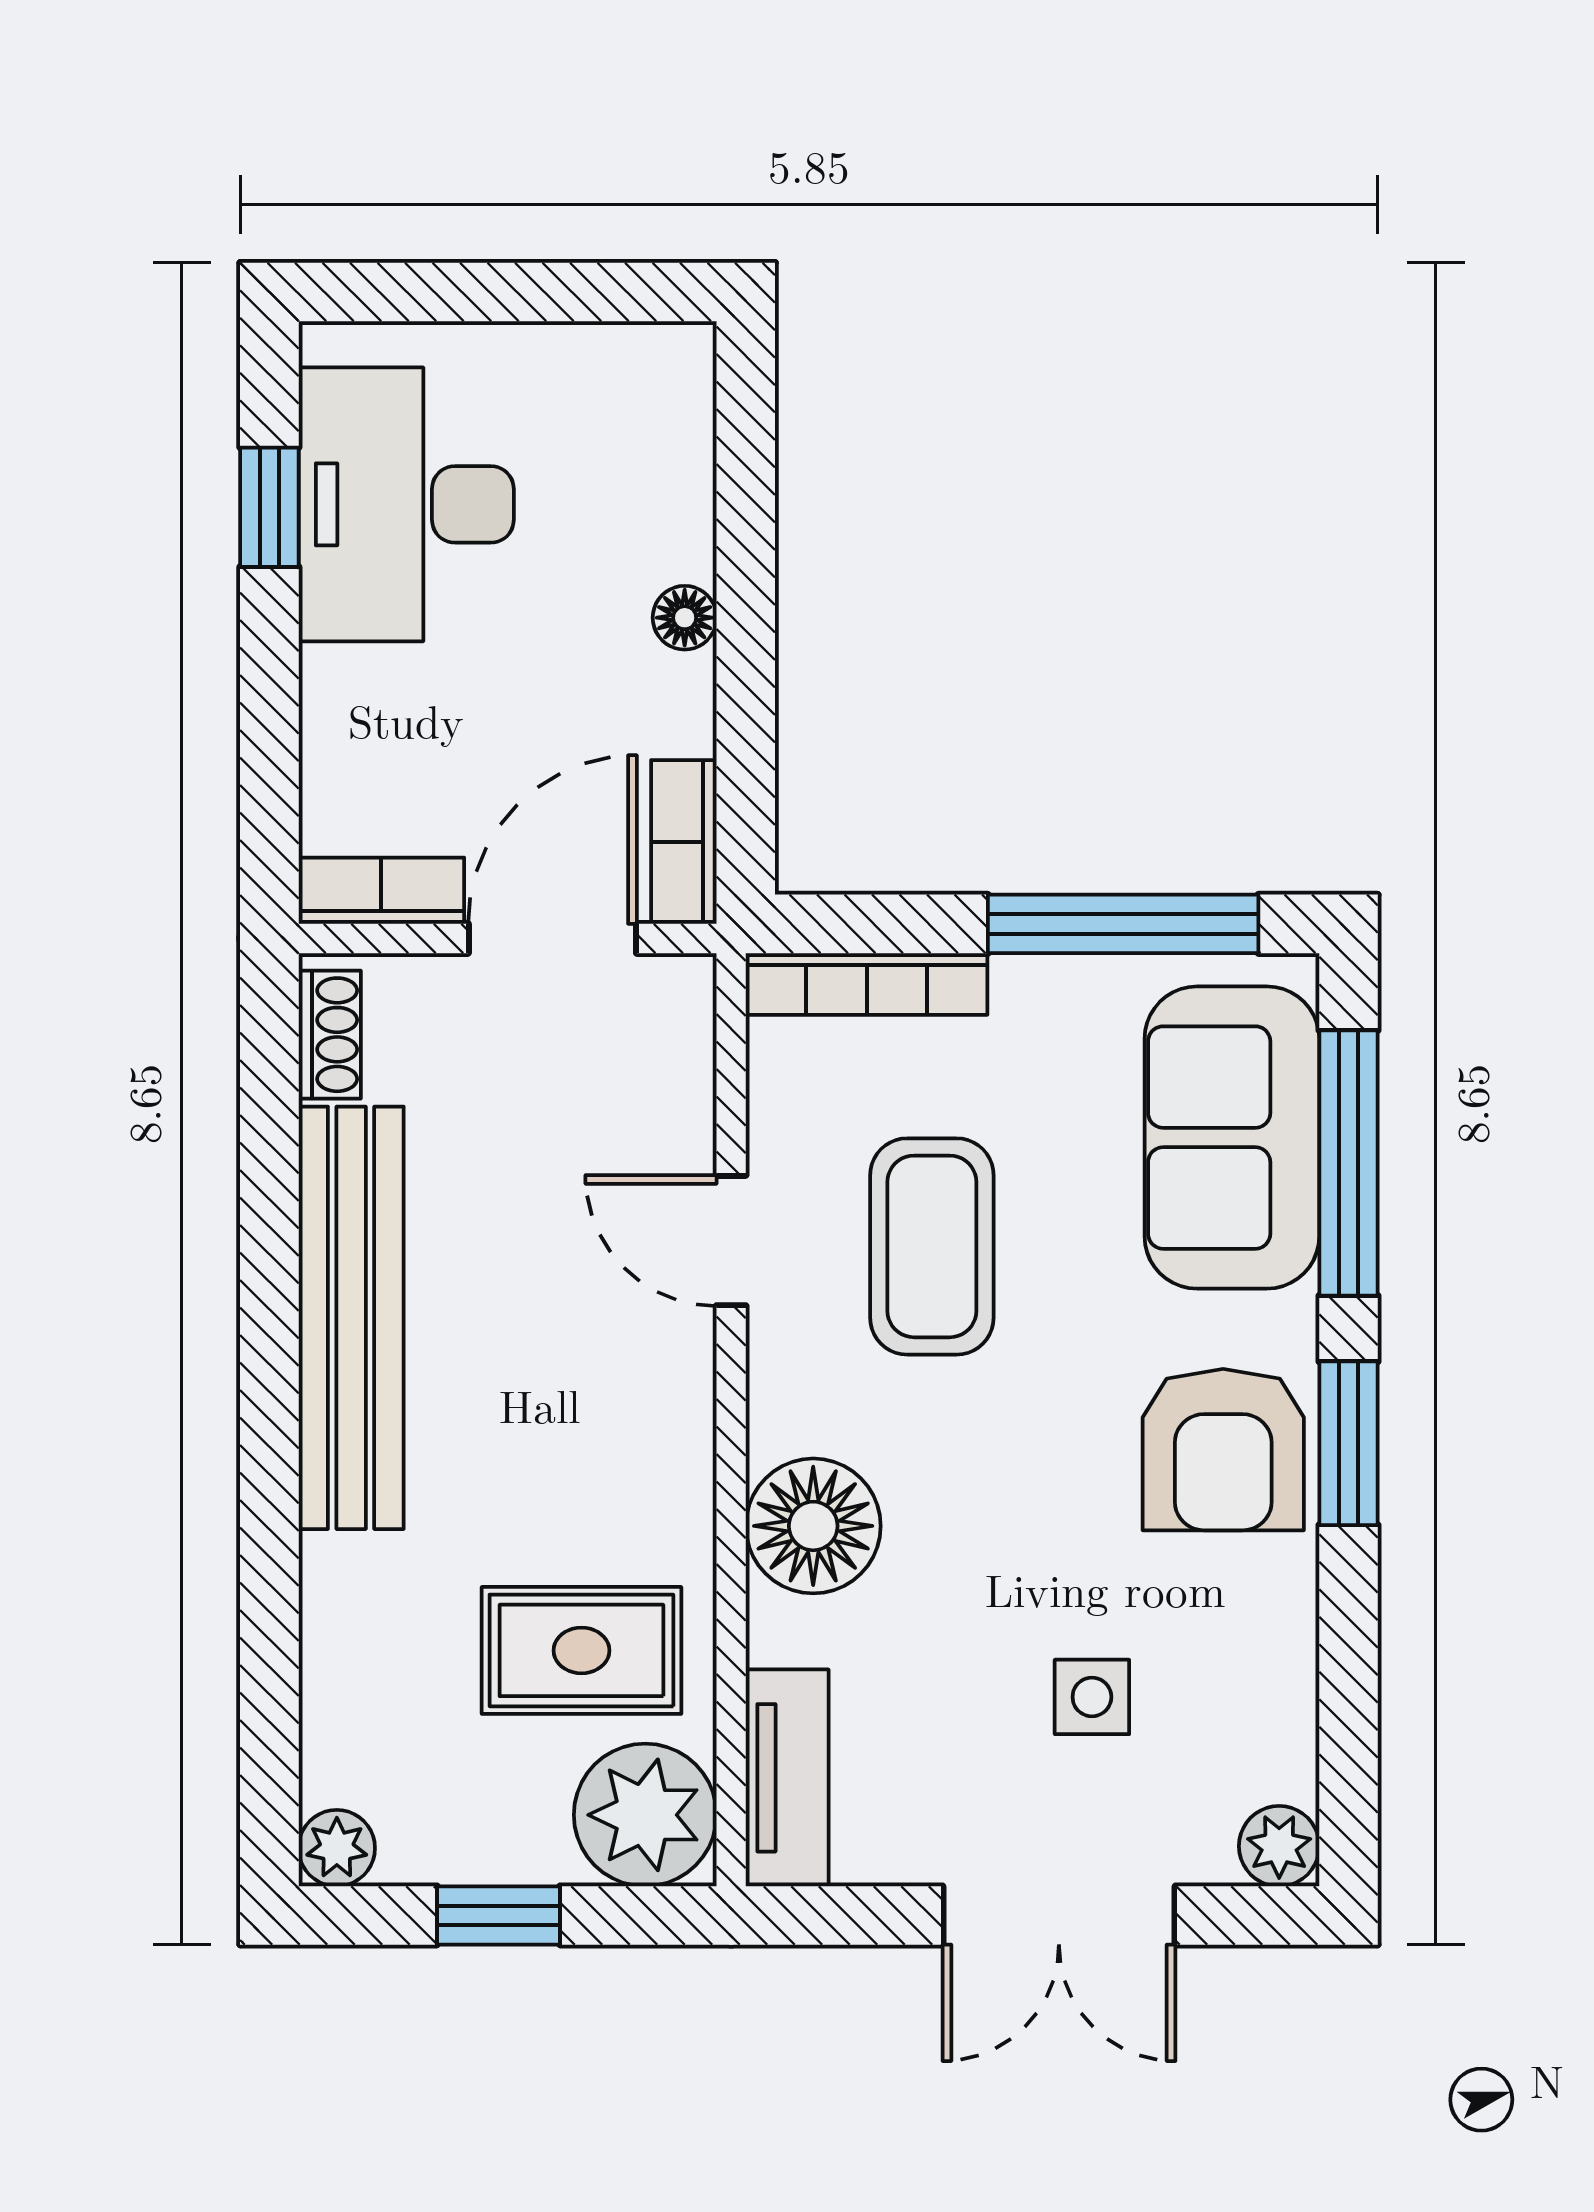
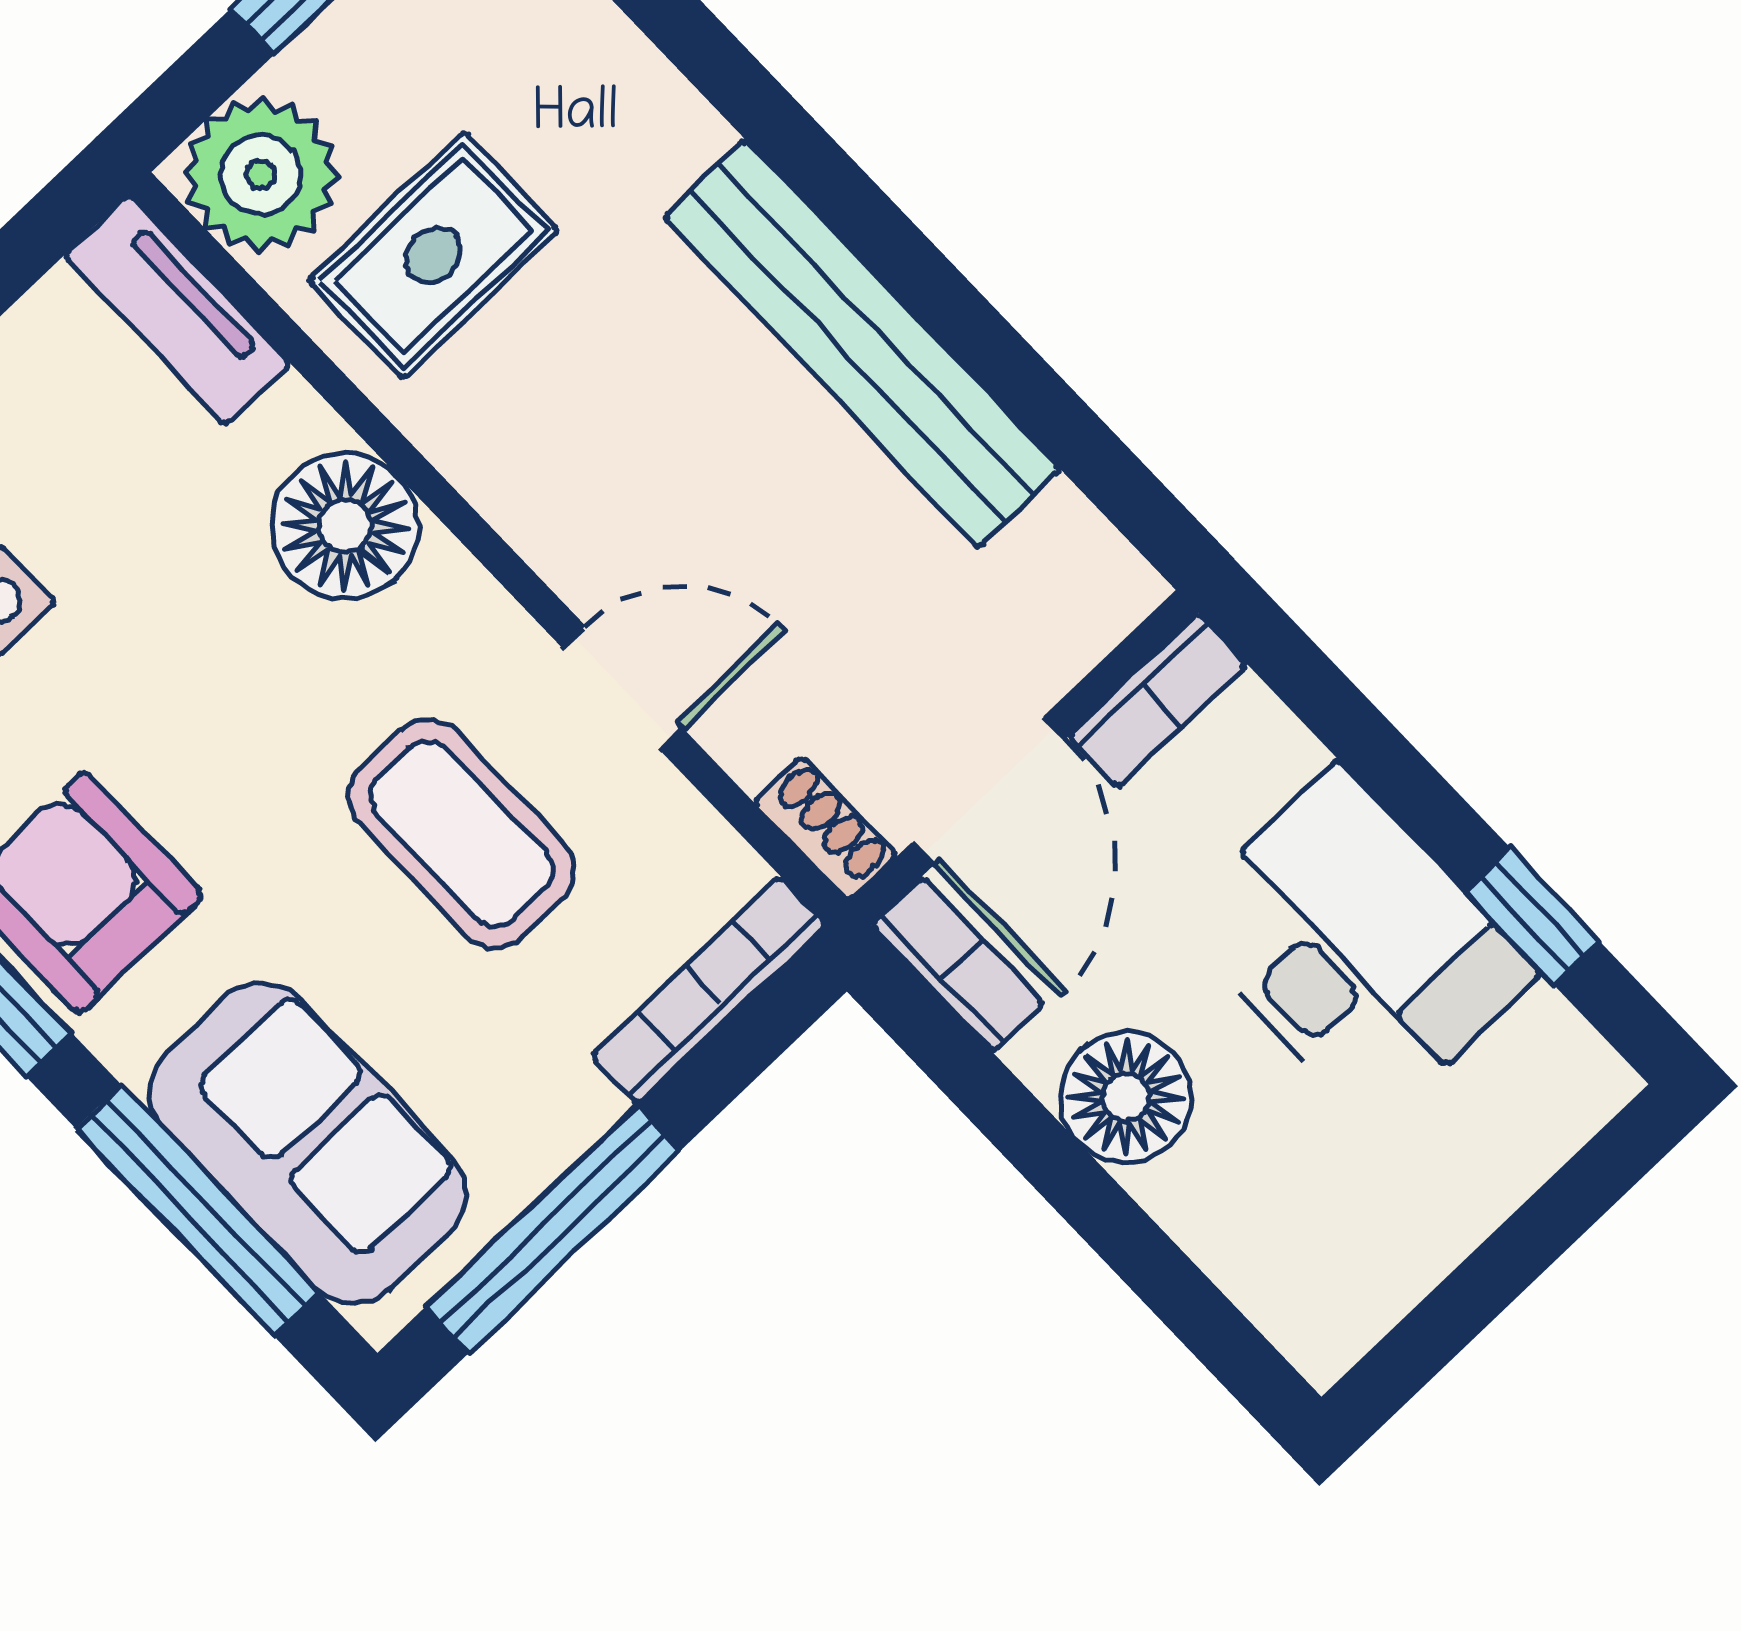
desk: (406, 504) -> (1356, 946), moved
floor lamp: (685, 618) -> (1126, 1097), width x1.89, depth x1.89
shoe rack: (330, 1035) -> (825, 829), moved, turned 180

